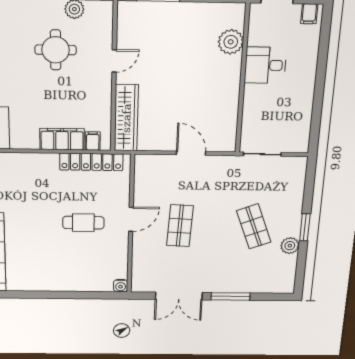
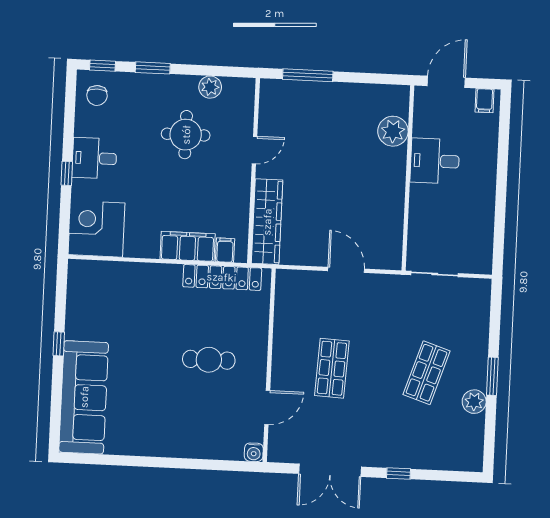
door: (131, 219) -> (267, 408), moved
shop shelf: (254, 226) -> (427, 373), turned 39
window: (231, 296) -> (399, 473), width x0.46

